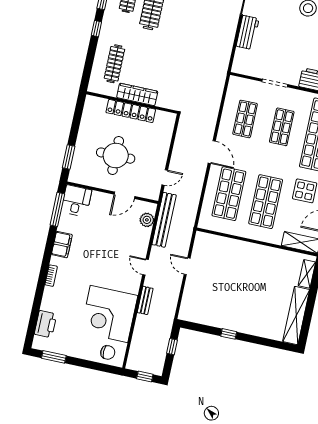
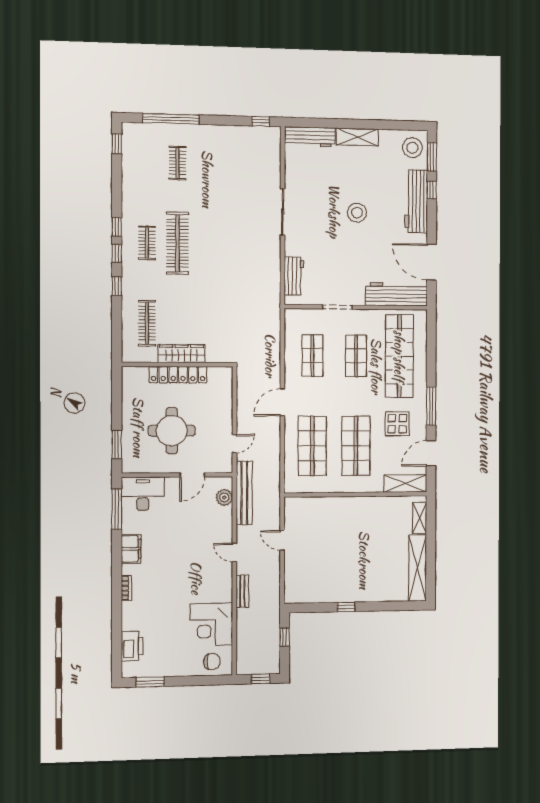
workbench: (248, 32) -> (294, 276), moved
door: (212, 152) -> (282, 402), swing flipped
desk: (76, 201) -> (143, 494), width x1.37
corner desk: (109, 314) -> (211, 624), width x0.74, depth x0.74

